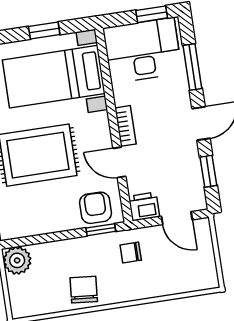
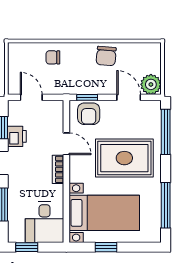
desk: (142, 50) -> (45, 222), width x0.73
printer: (144, 207) -> (17, 136), moved, turned -90
door: (45, 238) -> (129, 97), added
chair: (131, 253) -> (53, 57), moved, turned 180

